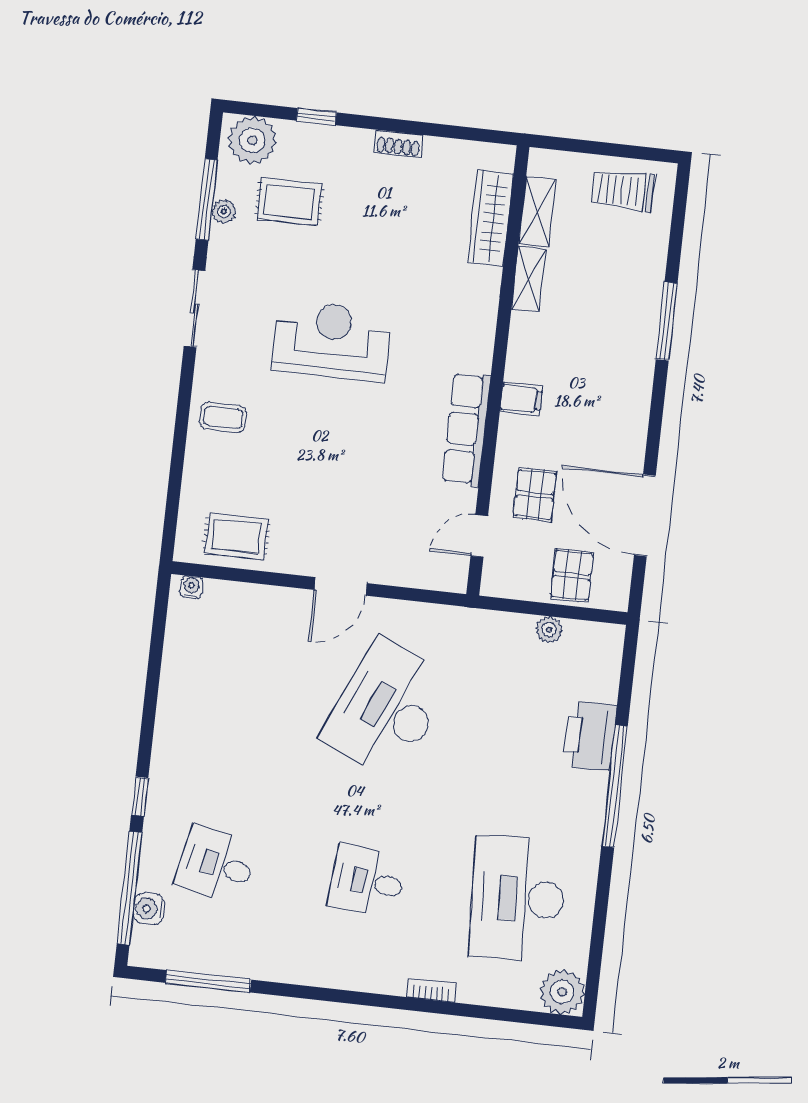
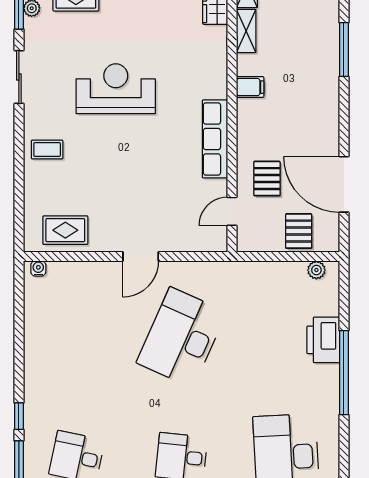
filing cabinet: (521, 399) -> (250, 87), moved
plant: (549, 629) -> (316, 270), moved

